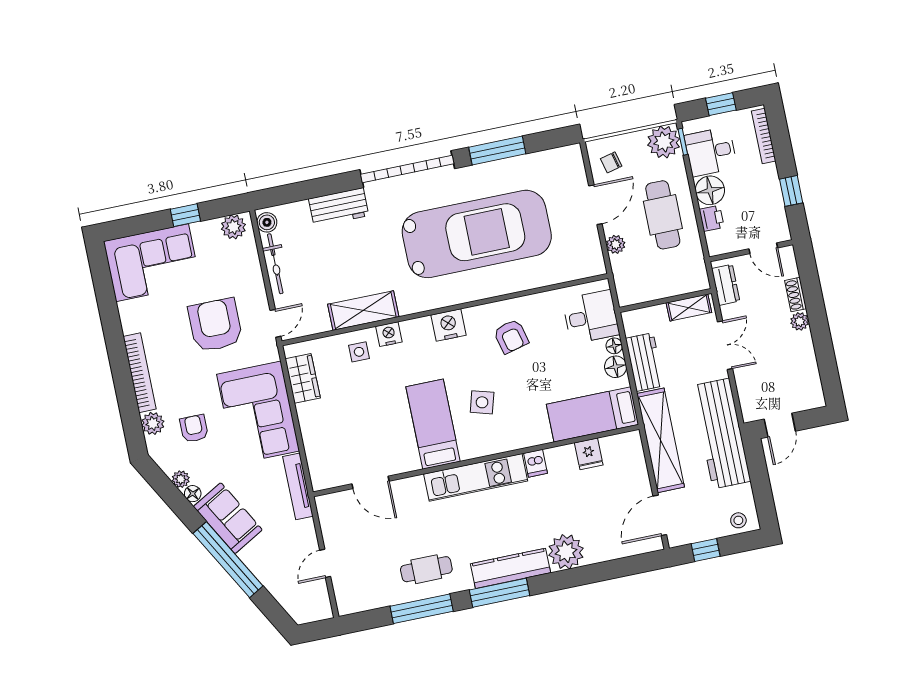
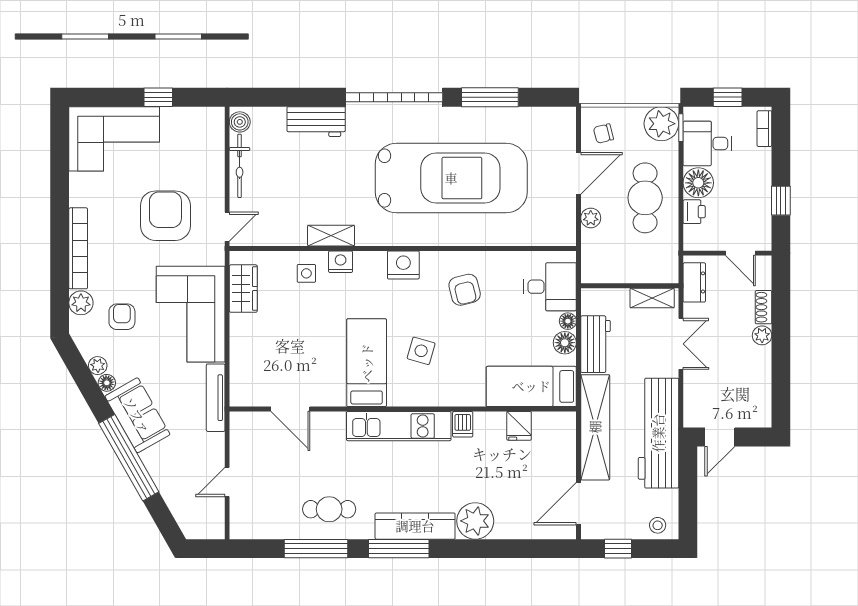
bookcase: (764, 136) -> (764, 129), width x0.64
plant: (233, 227) -> (205, 119), removed
shelving: (363, 311) -> (331, 236), width x0.67, depth x0.75

